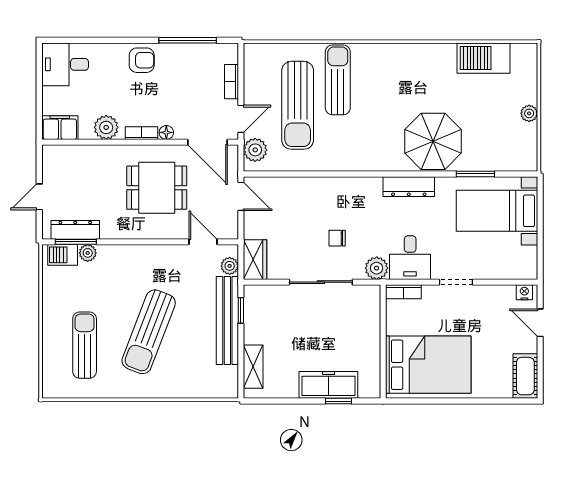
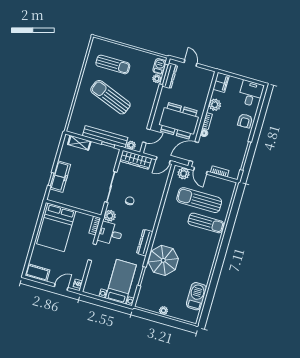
armchair: (142, 60) -> (245, 121), moved
dining table: (157, 188) -> (179, 121), width x1.38
wardrobe: (255, 260) -> (135, 160), width x1.50

